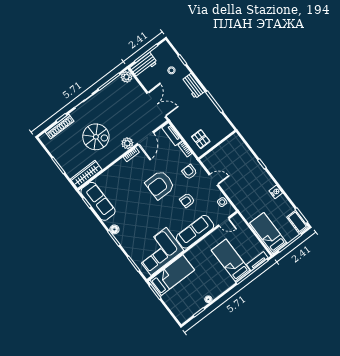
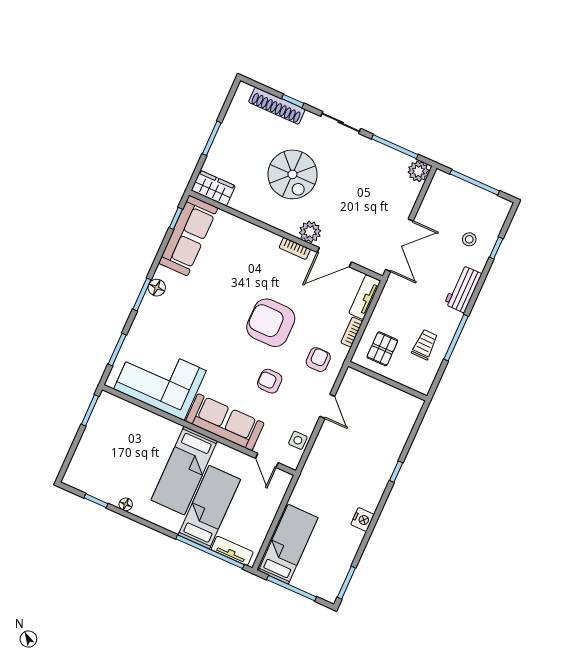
workbench: (143, 65) -> (453, 189), removed
trolley: (210, 118) -> (425, 345), added
wardrobe: (86, 174) -> (213, 188), width x0.67
cot: (297, 222) -> (333, 582), removed
bed: (171, 276) -> (184, 471), moved, turned 90

